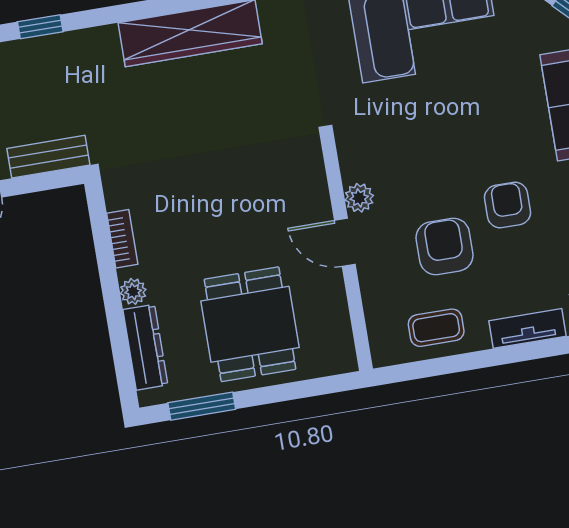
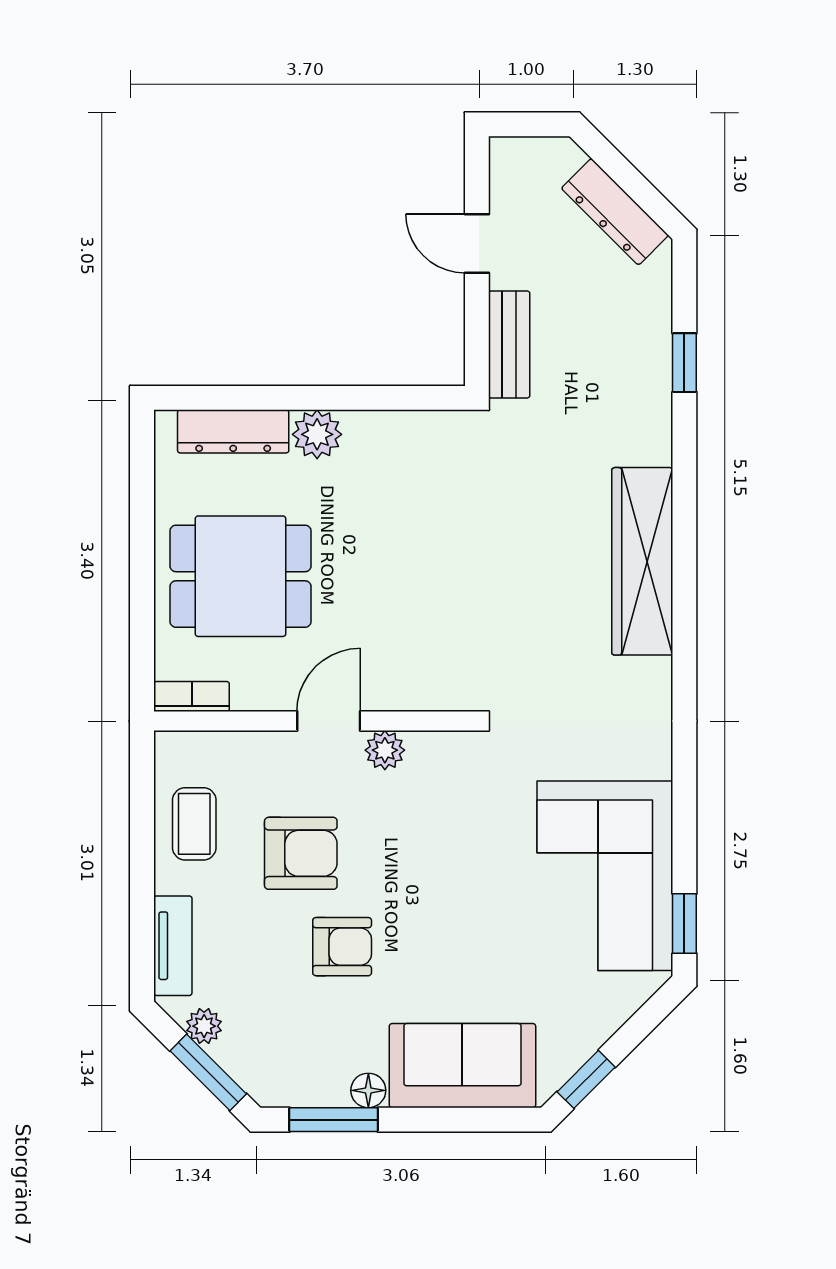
bookcase: (122, 239) -> (192, 696), moved, turned 180
plant: (133, 291) -> (317, 434), width x1.38, depth x1.38
window: (202, 406) -> (142, 494), removed

